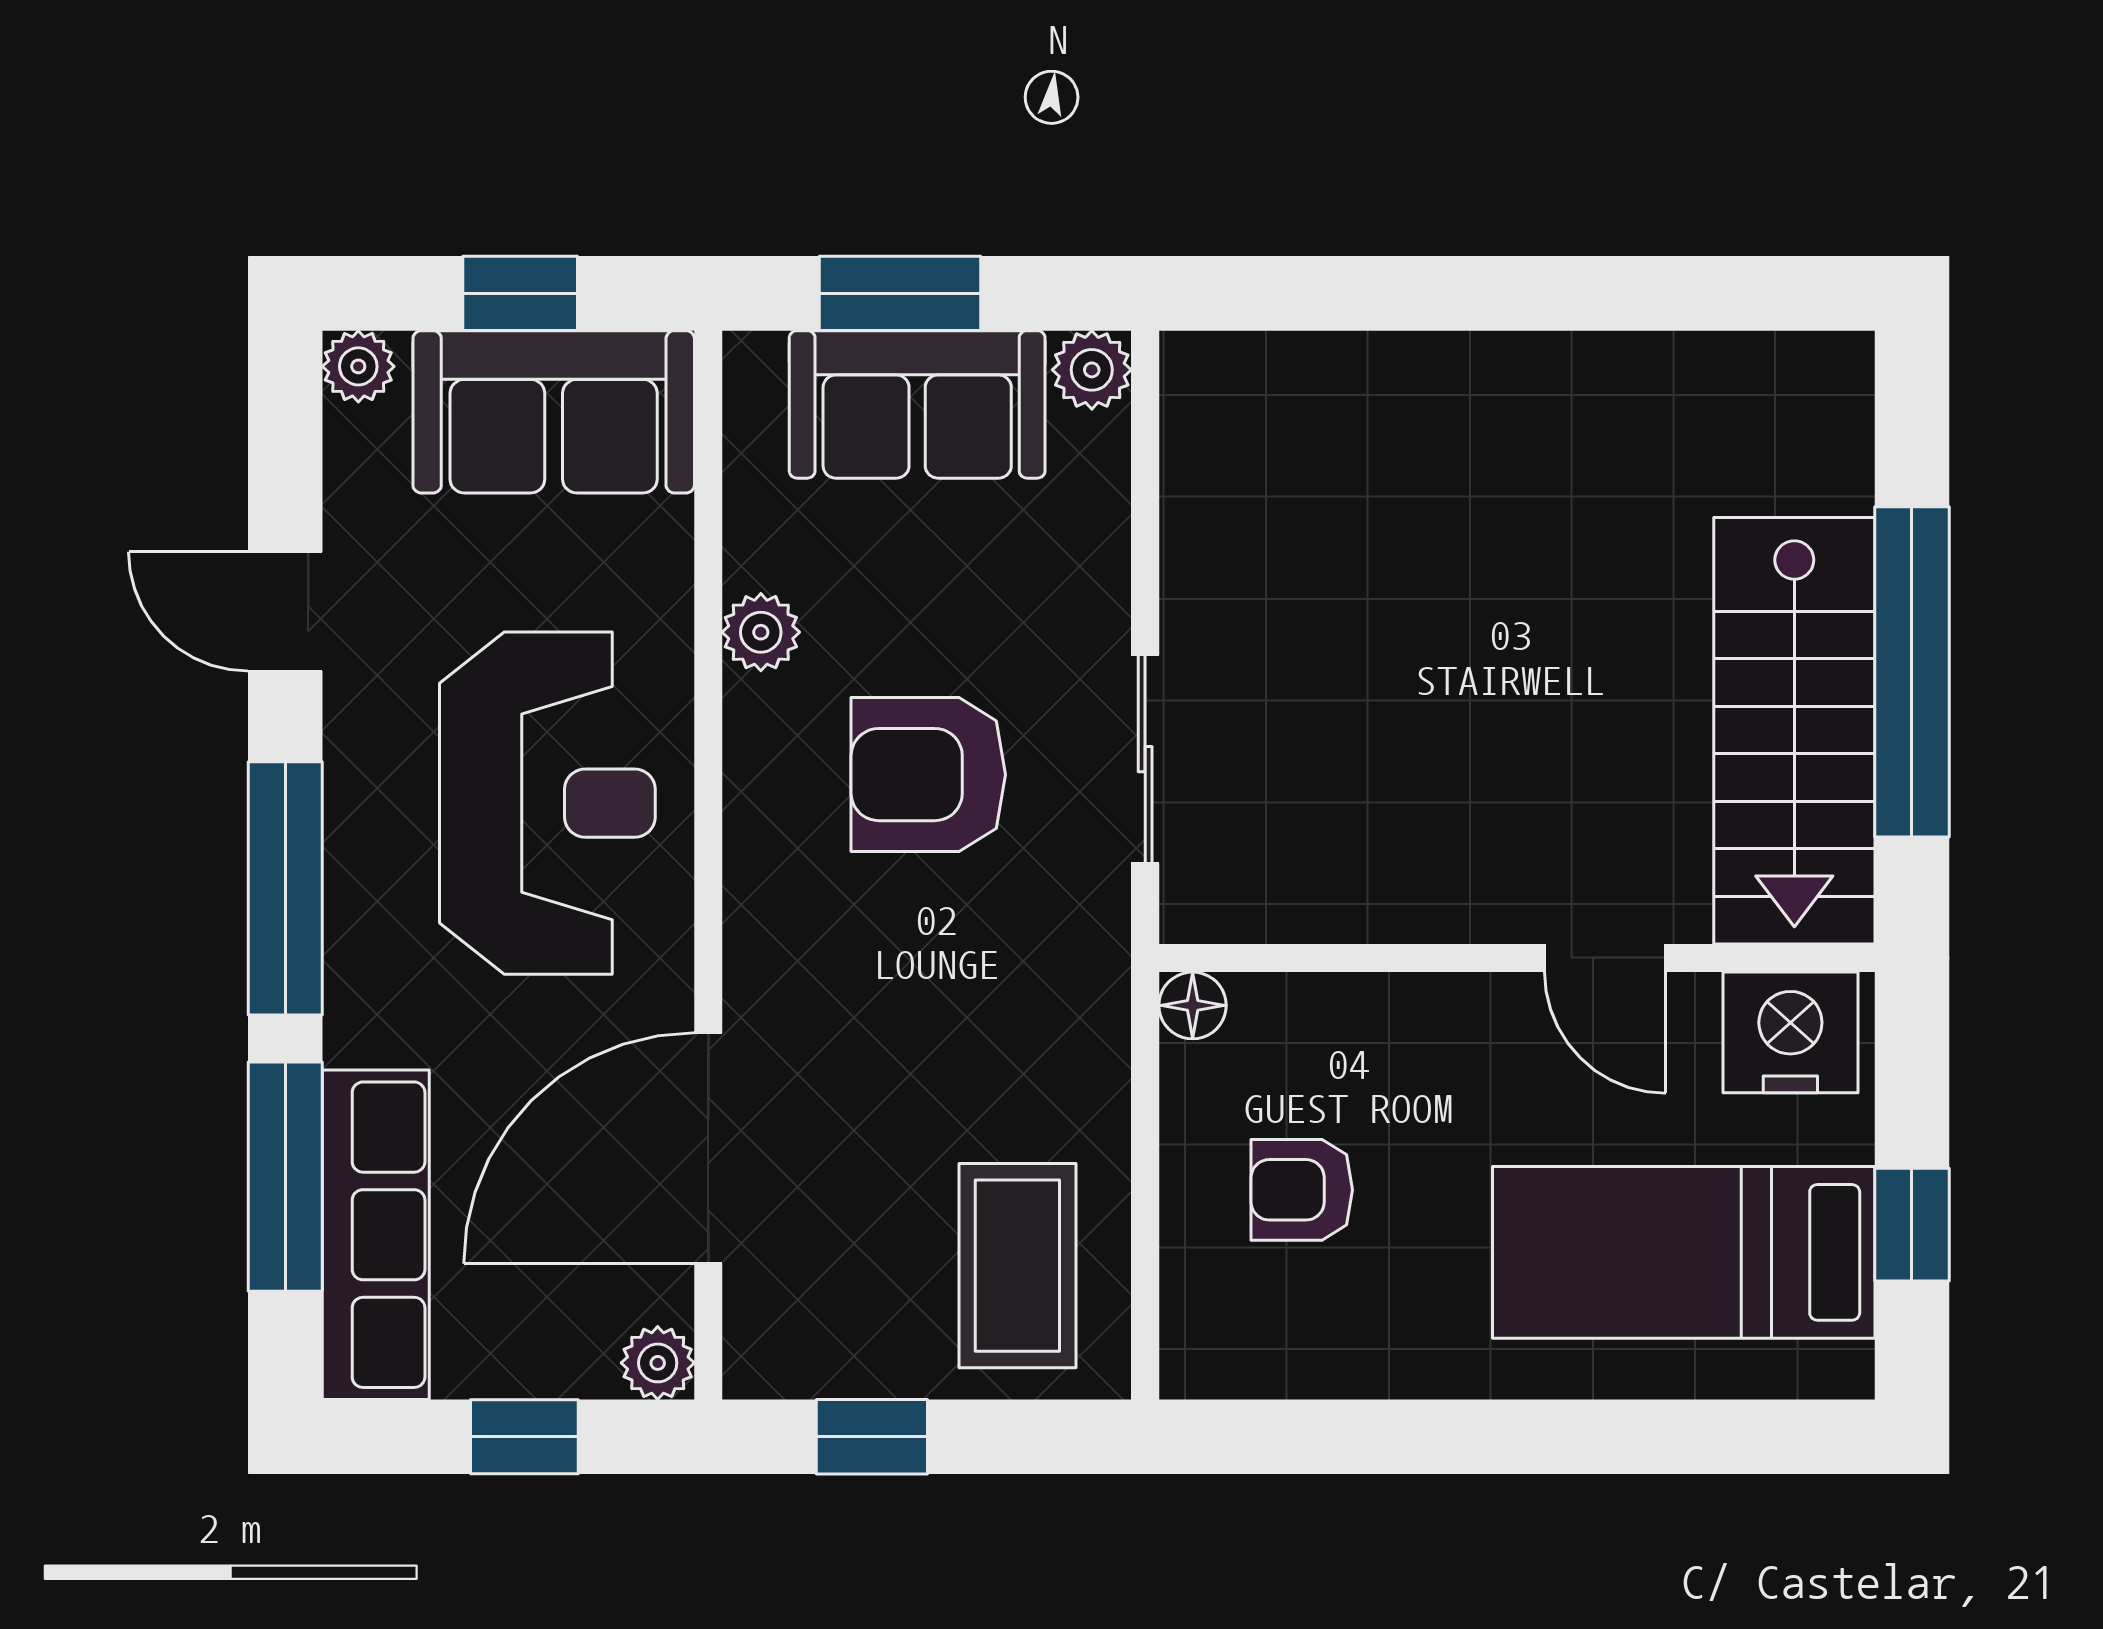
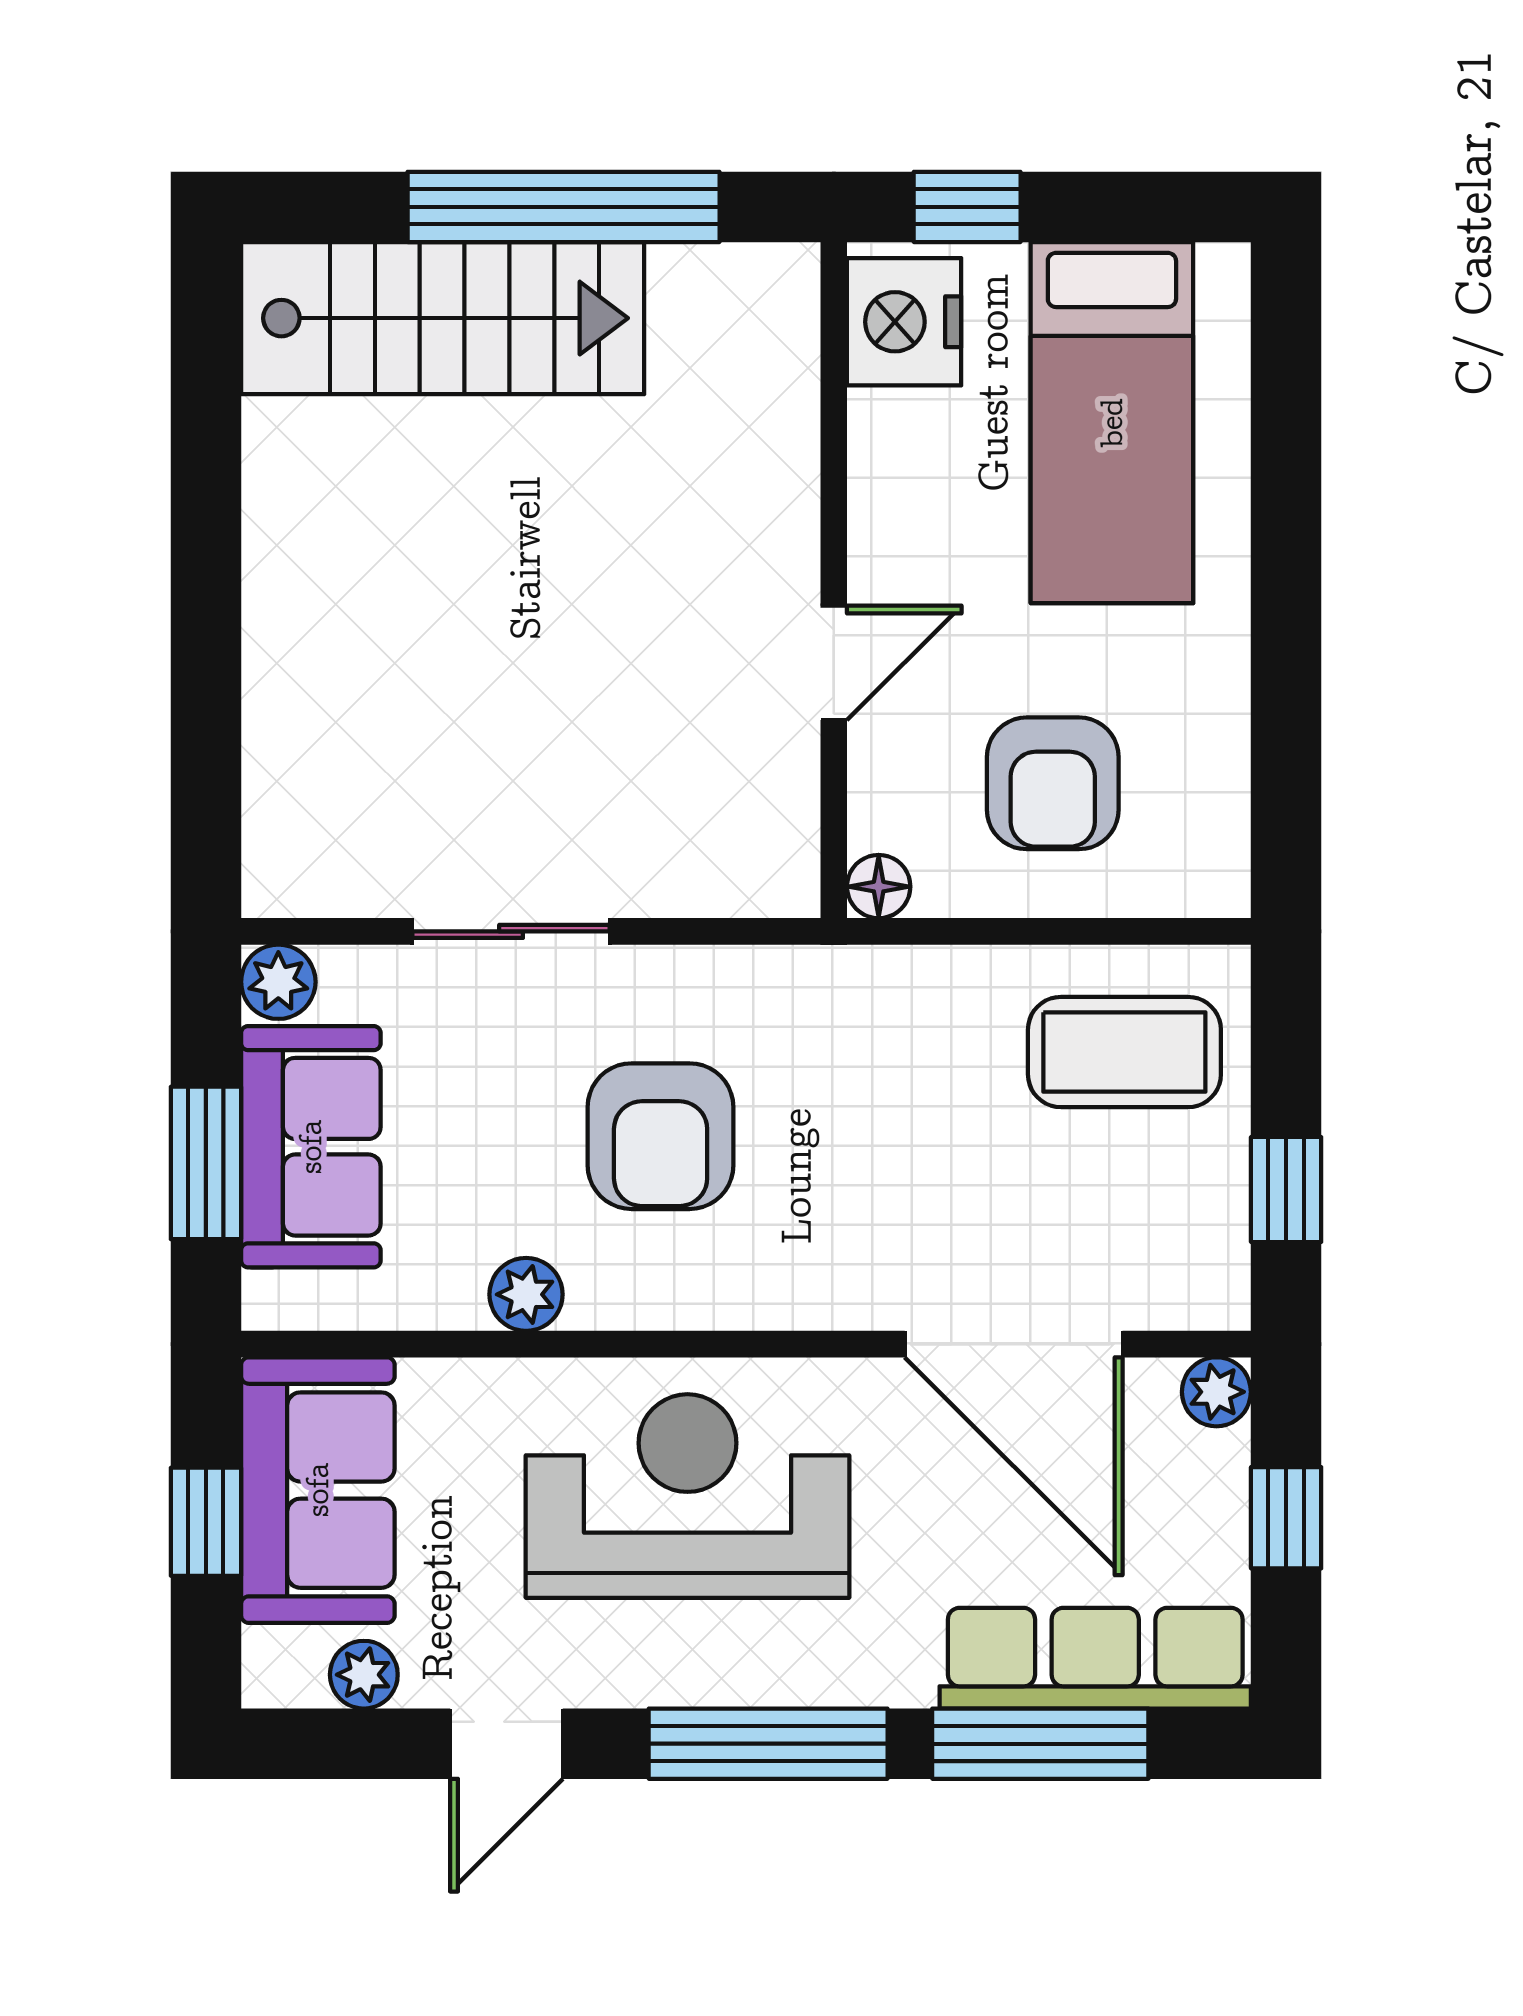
plant: (358, 366) -> (364, 1675), moved
stairs: (1794, 731) -> (443, 318), moved
sliding door: (1145, 759) -> (511, 931), moved
door: (1605, 958) -> (834, 663), moved
armchair: (1302, 1190) -> (1053, 783), width x1.38, depth x1.38
window: (1912, 1225) -> (967, 207), moved

